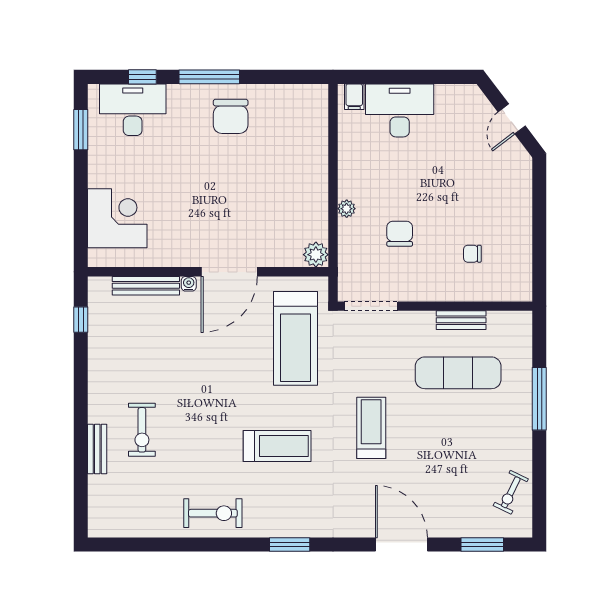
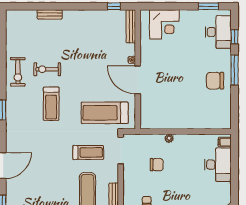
plant: (316, 255) -> (146, 123), removed
bench: (146, 286) -> (131, 26), moved
treadmill: (371, 428) -> (88, 152), moved
exercise bike: (142, 430) -> (47, 69), moved

